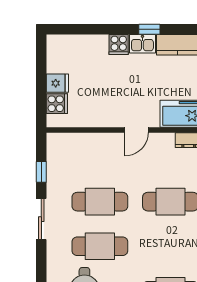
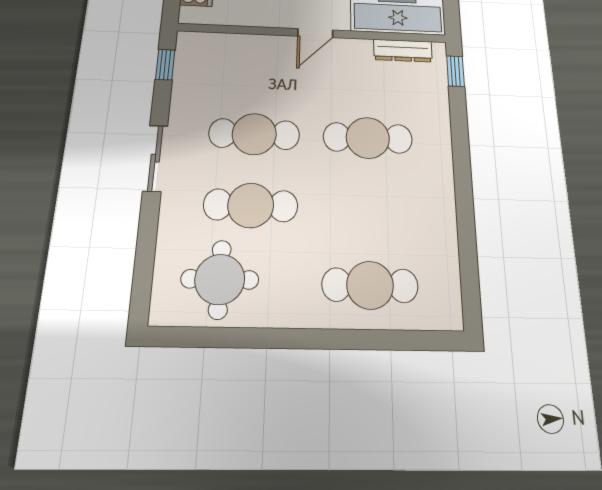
window: (41, 172) -> (165, 65), moved

